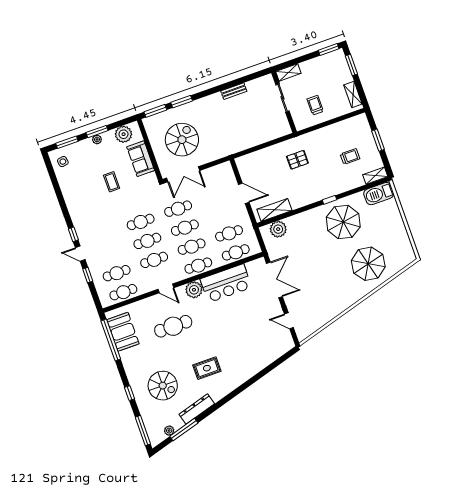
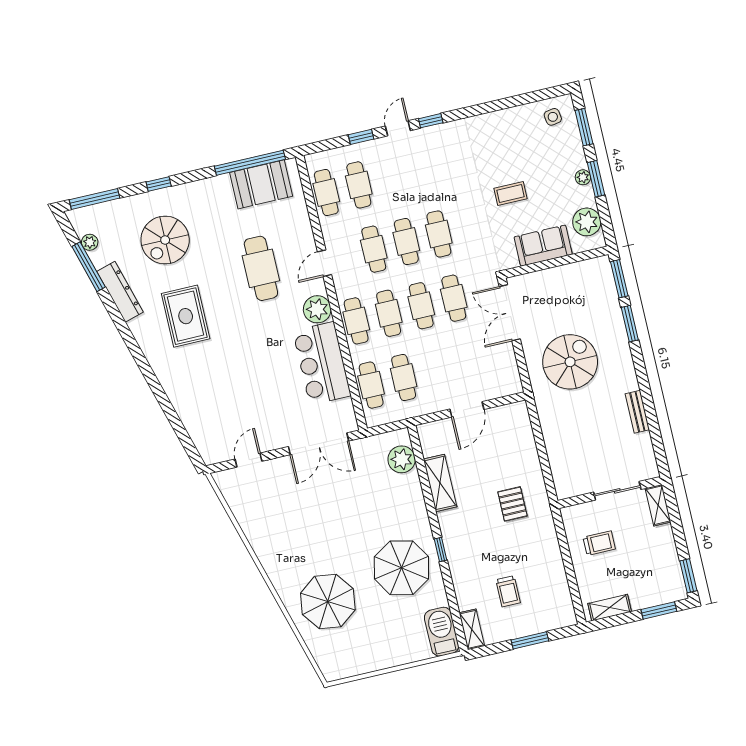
spiral stairs: (182, 140) -> (570, 362), moved, turned -90
shelving: (274, 210) -> (440, 483), moved
rug: (207, 368) -> (186, 316), width x1.36, depth x1.43

